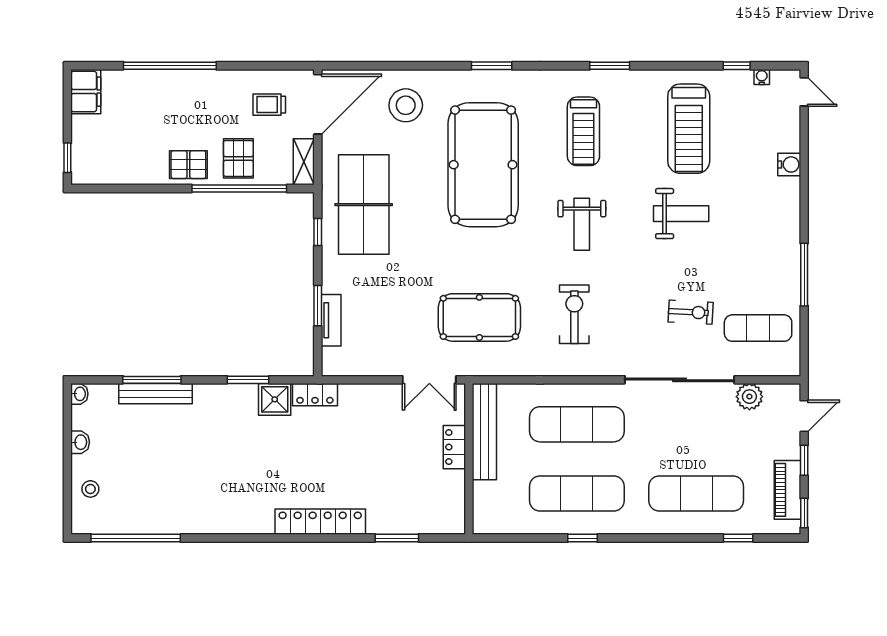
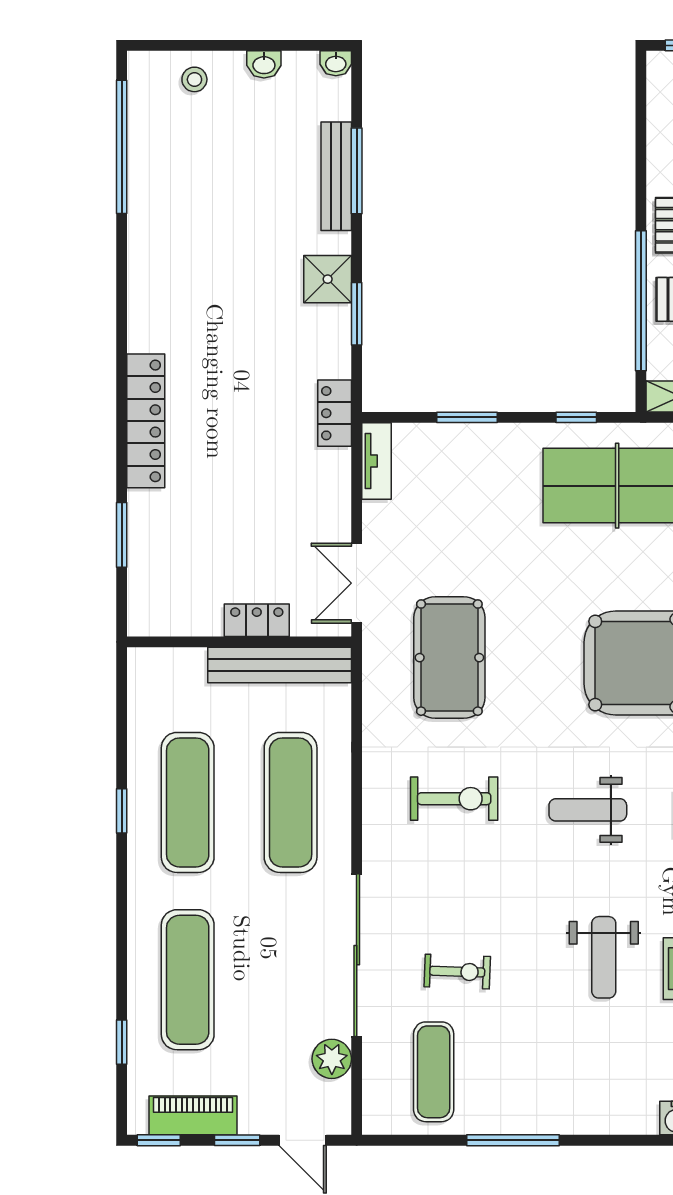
exercise bike: (691, 312) -> (457, 972), turned -91
tv unit: (331, 320) -> (377, 461), moved, turned -90
shower: (275, 399) -> (328, 279), moved

